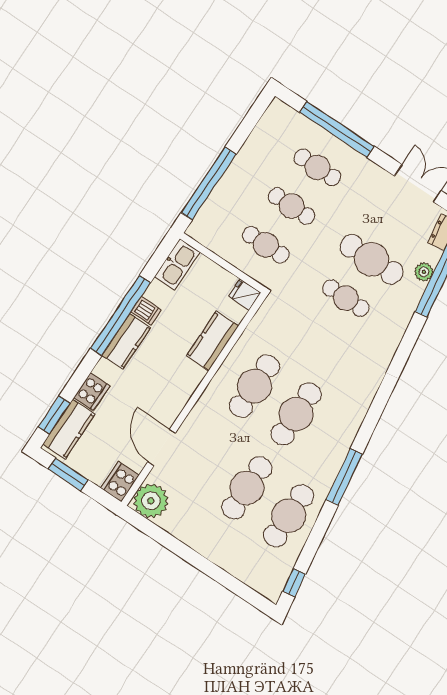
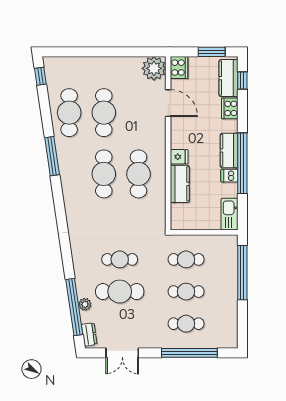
fridge: (245, 295) -> (179, 157), moved
window: (54, 415) -> (242, 81), width x0.67

